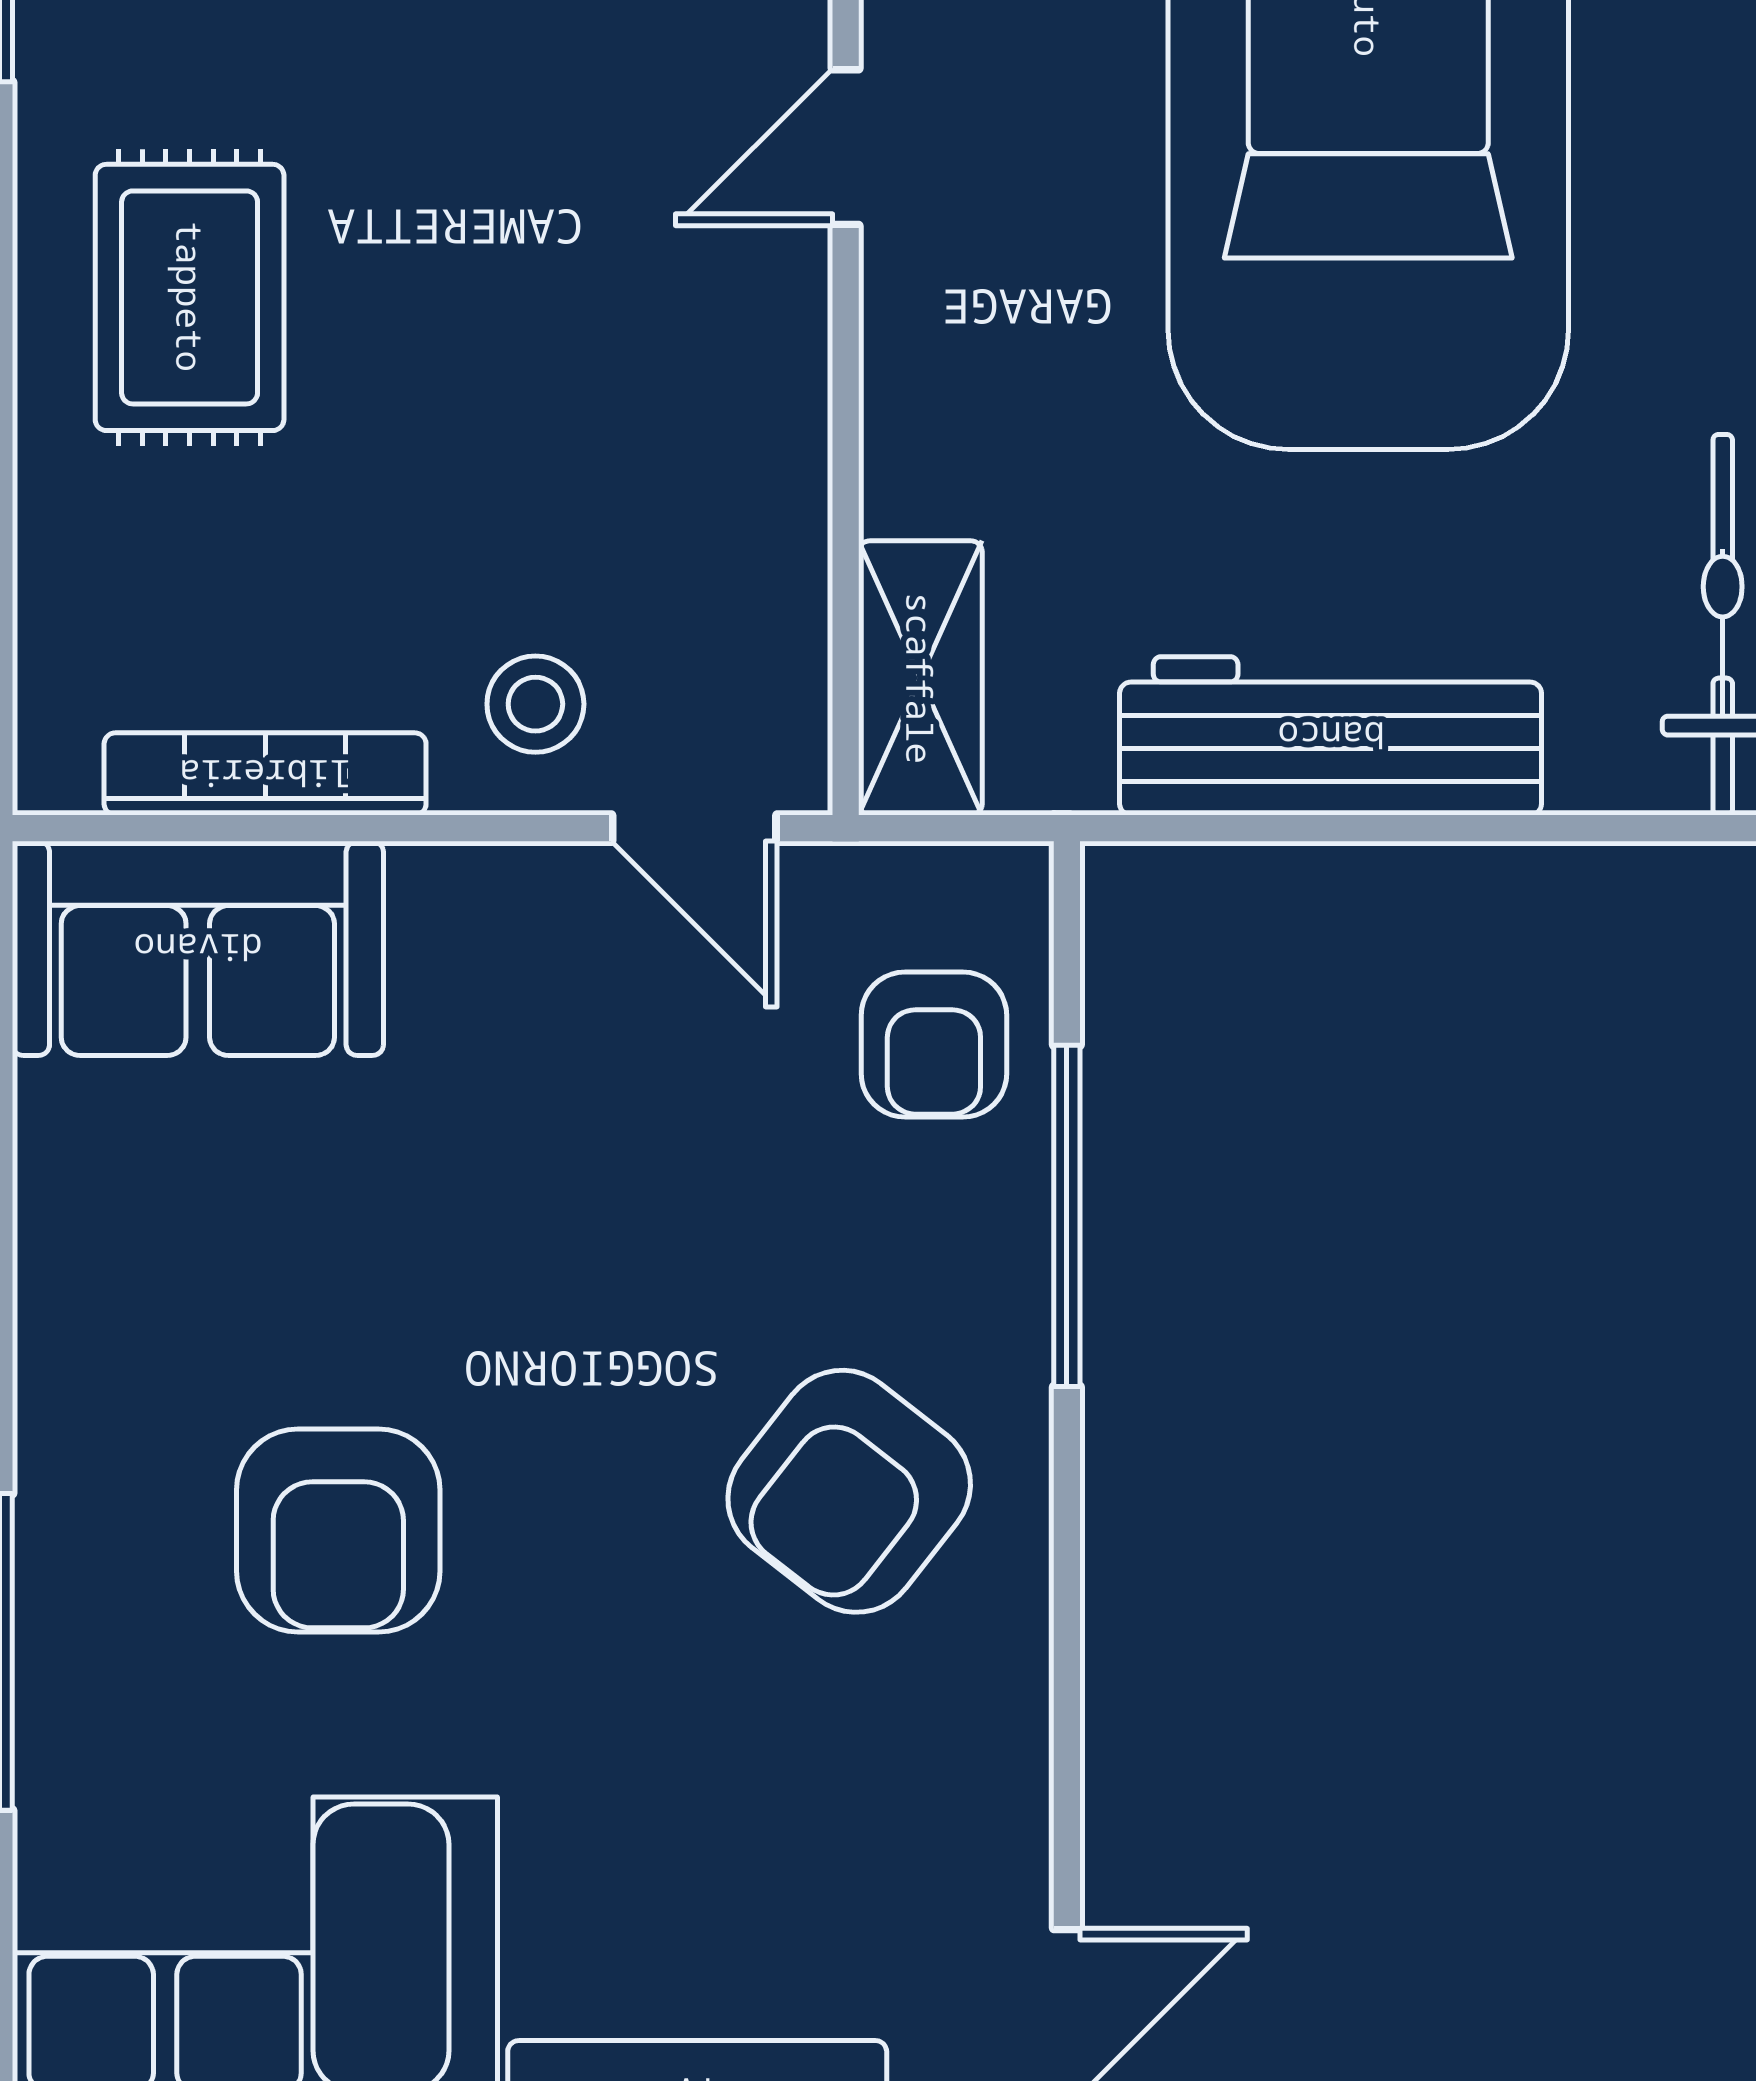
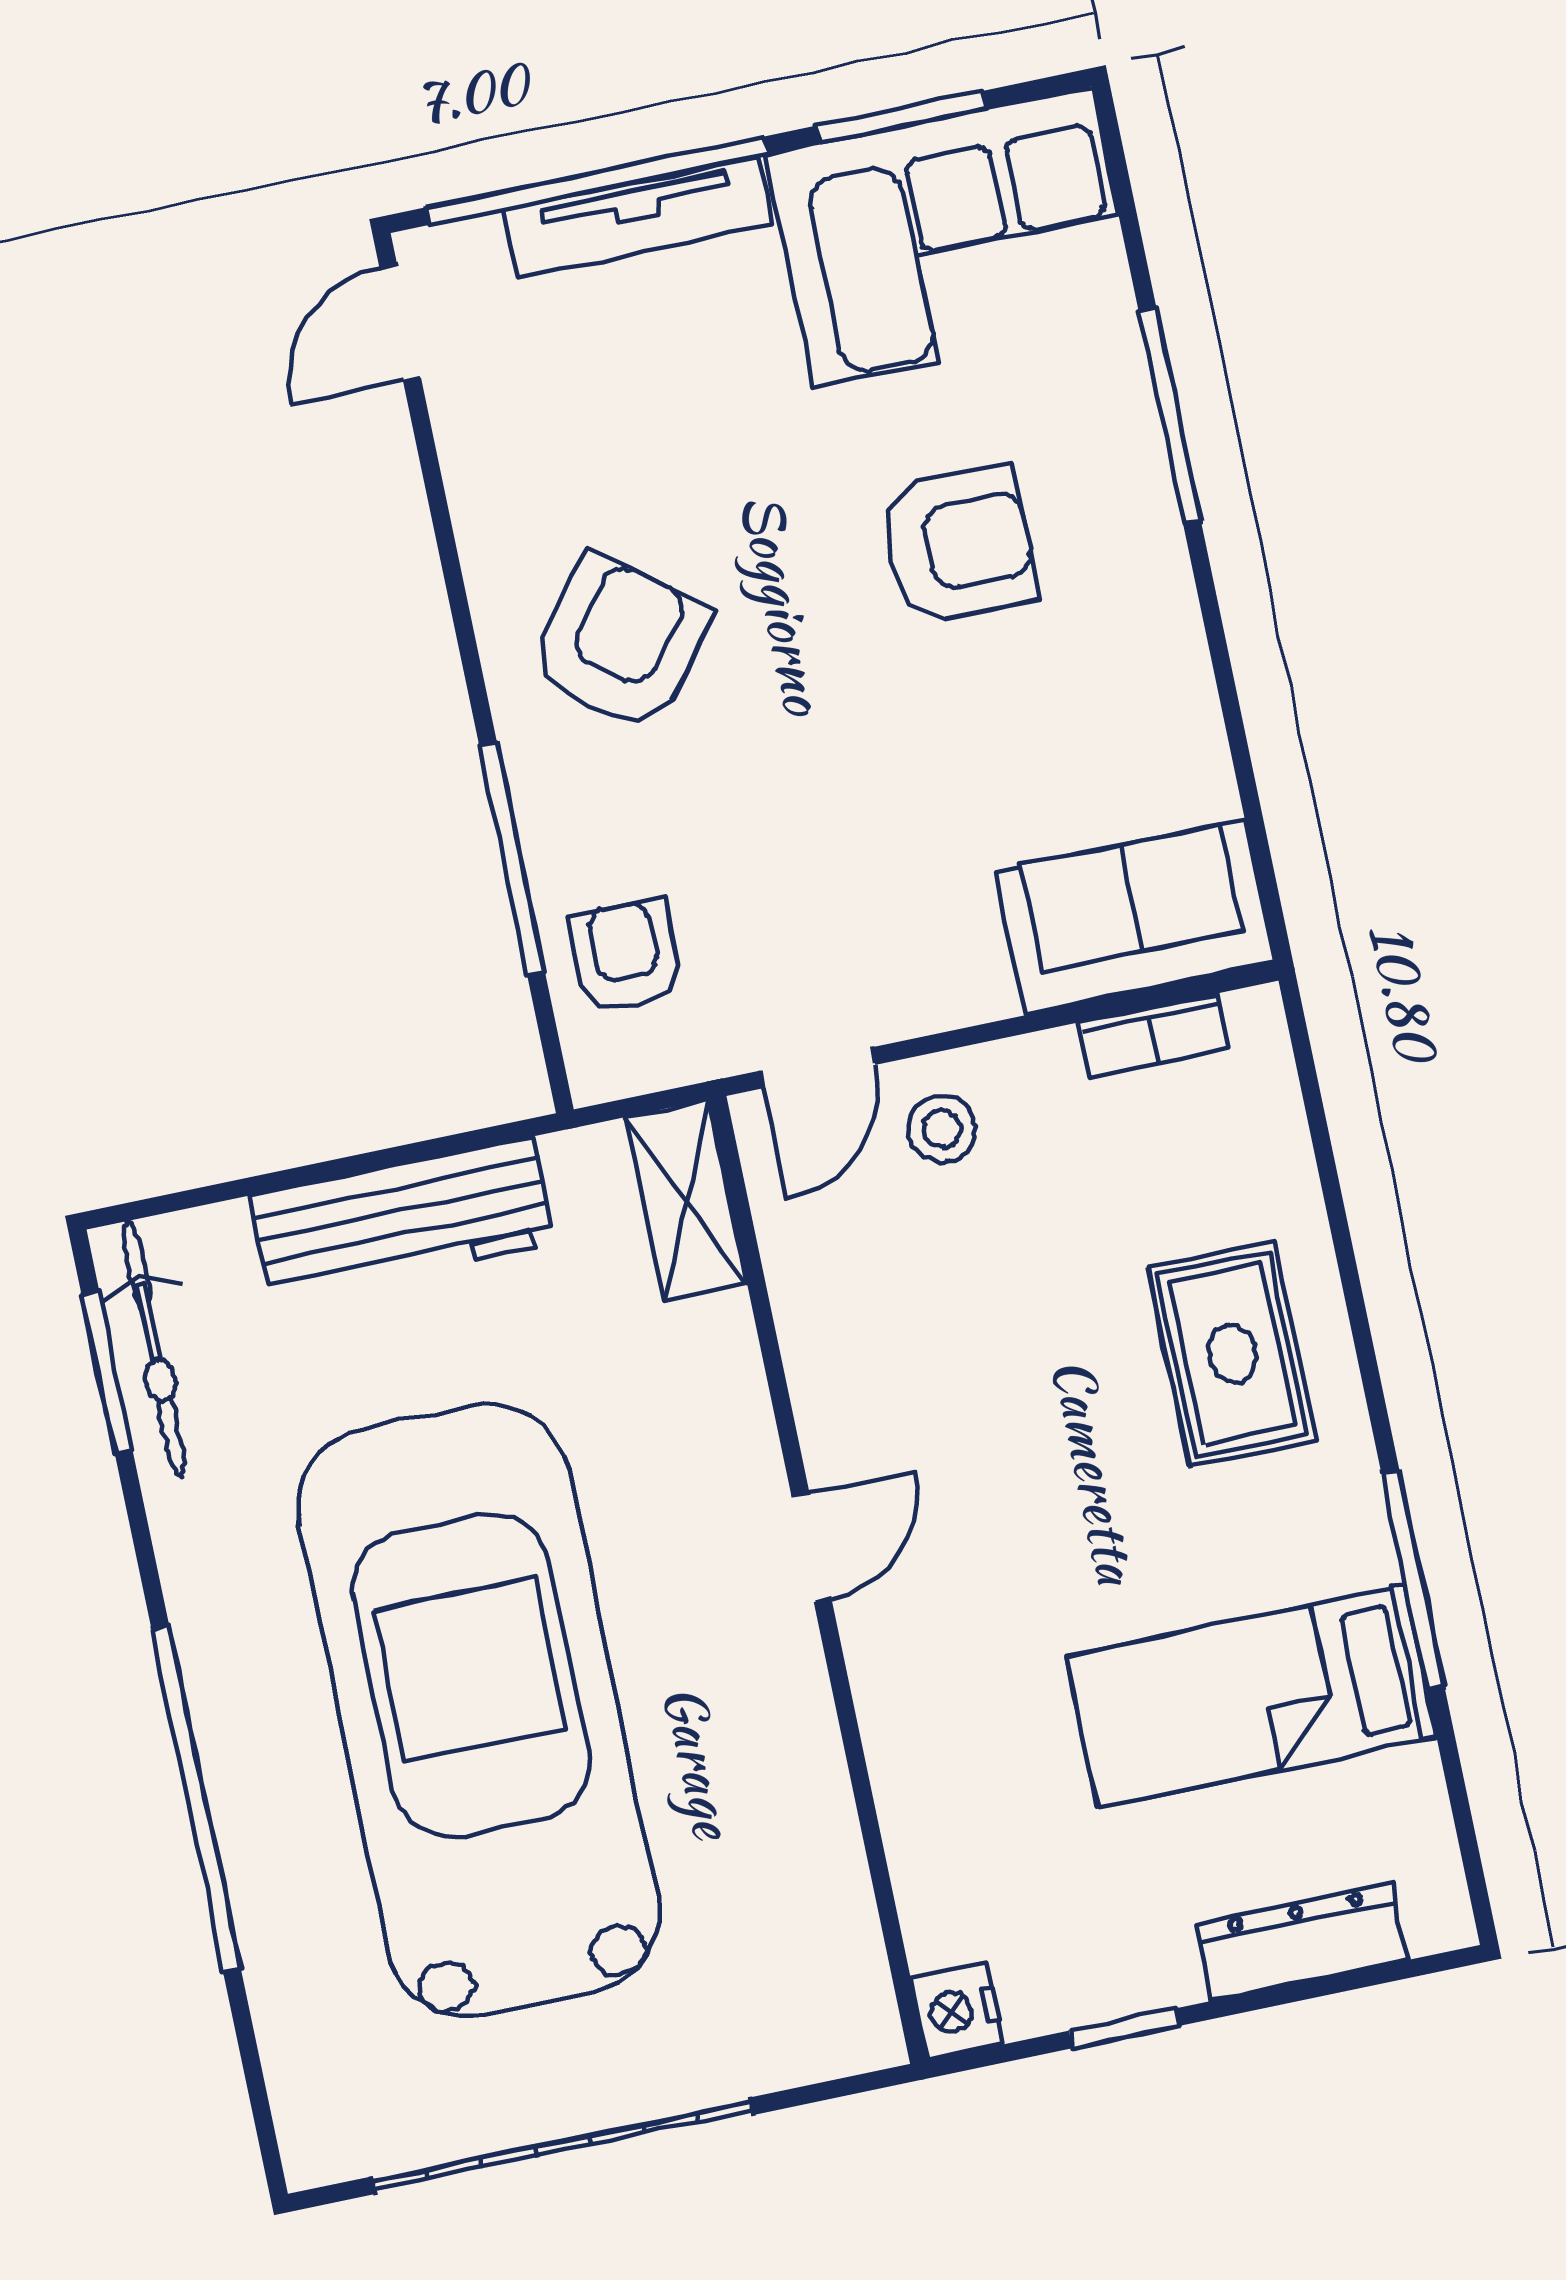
bookcase: (265, 774) -> (1153, 1036), width x0.64
door: (694, 828) -> (818, 1068), swing flipped
armchair: (338, 1530) -> (959, 545), turned 90

